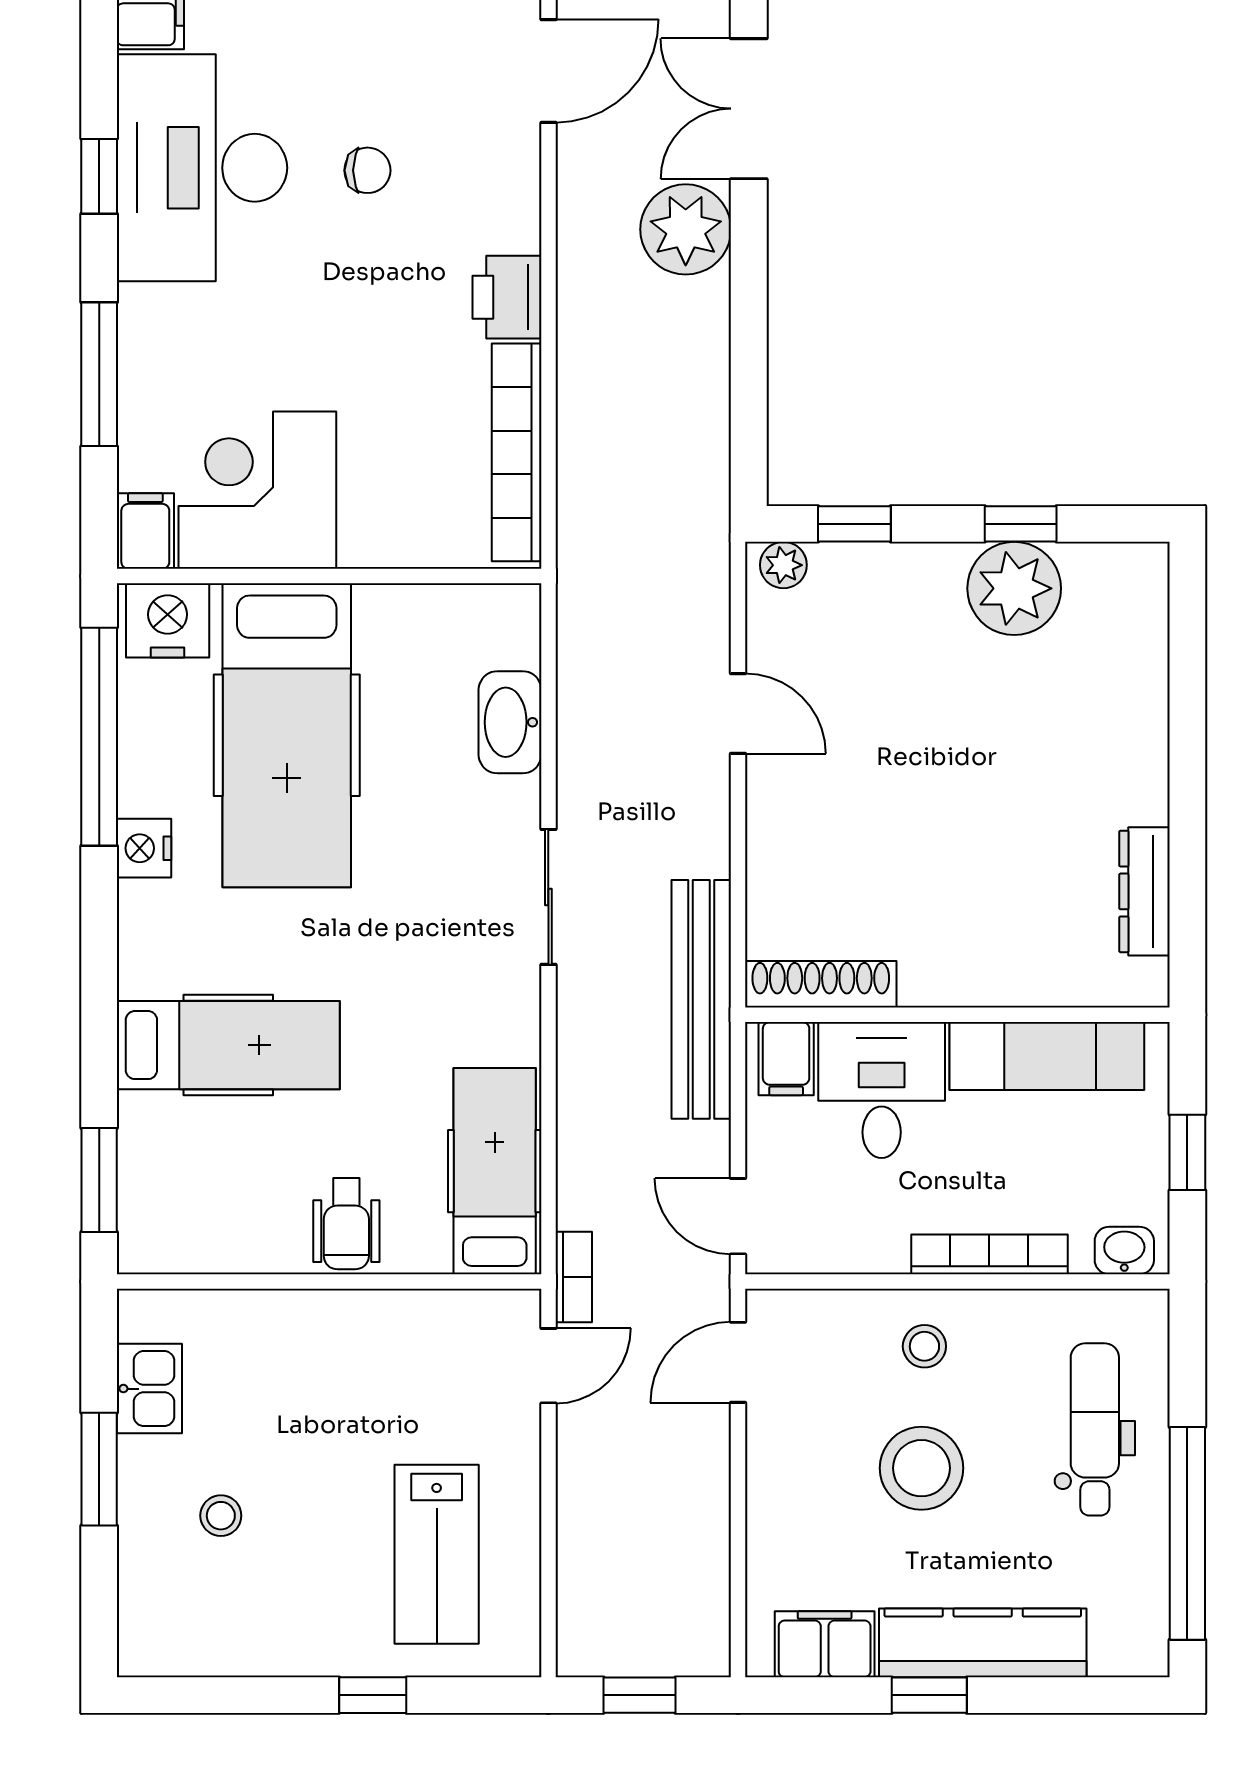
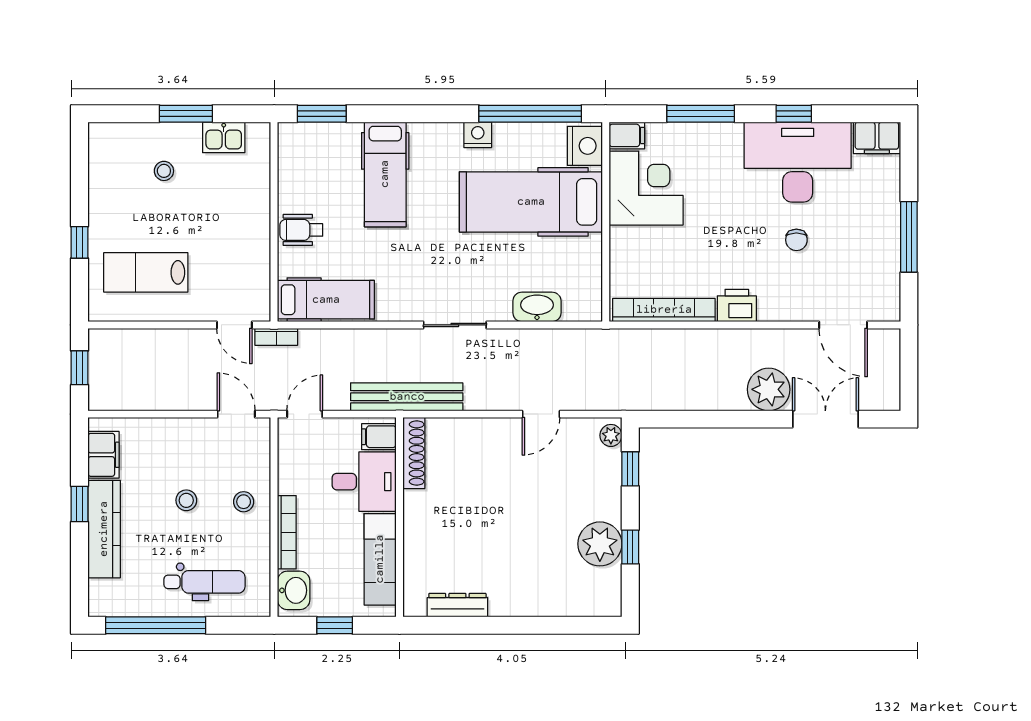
washbasin: (1124, 1251) -> (294, 590), width x1.38, depth x1.45
stool: (921, 1468) -> (186, 500), width x0.53, depth x0.53

